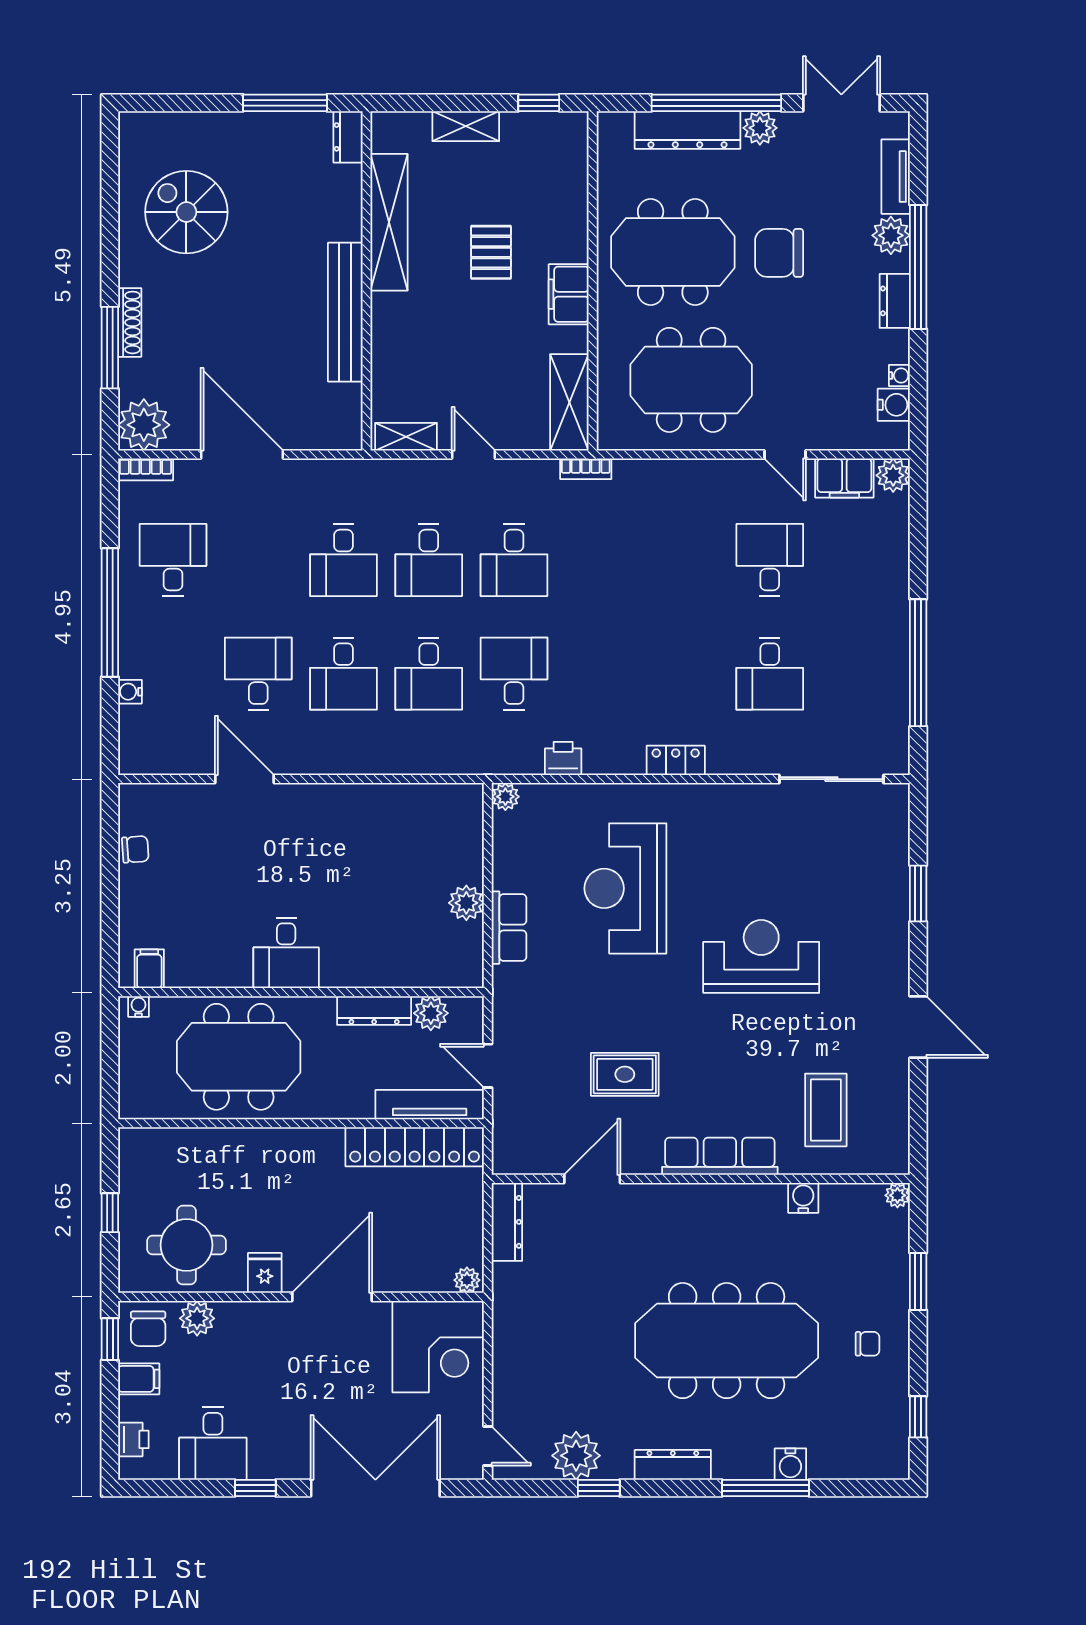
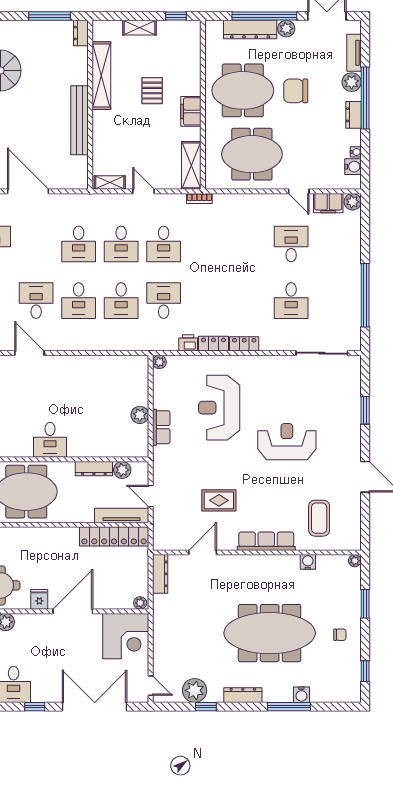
locker: (614, 760) -> (213, 344), added

